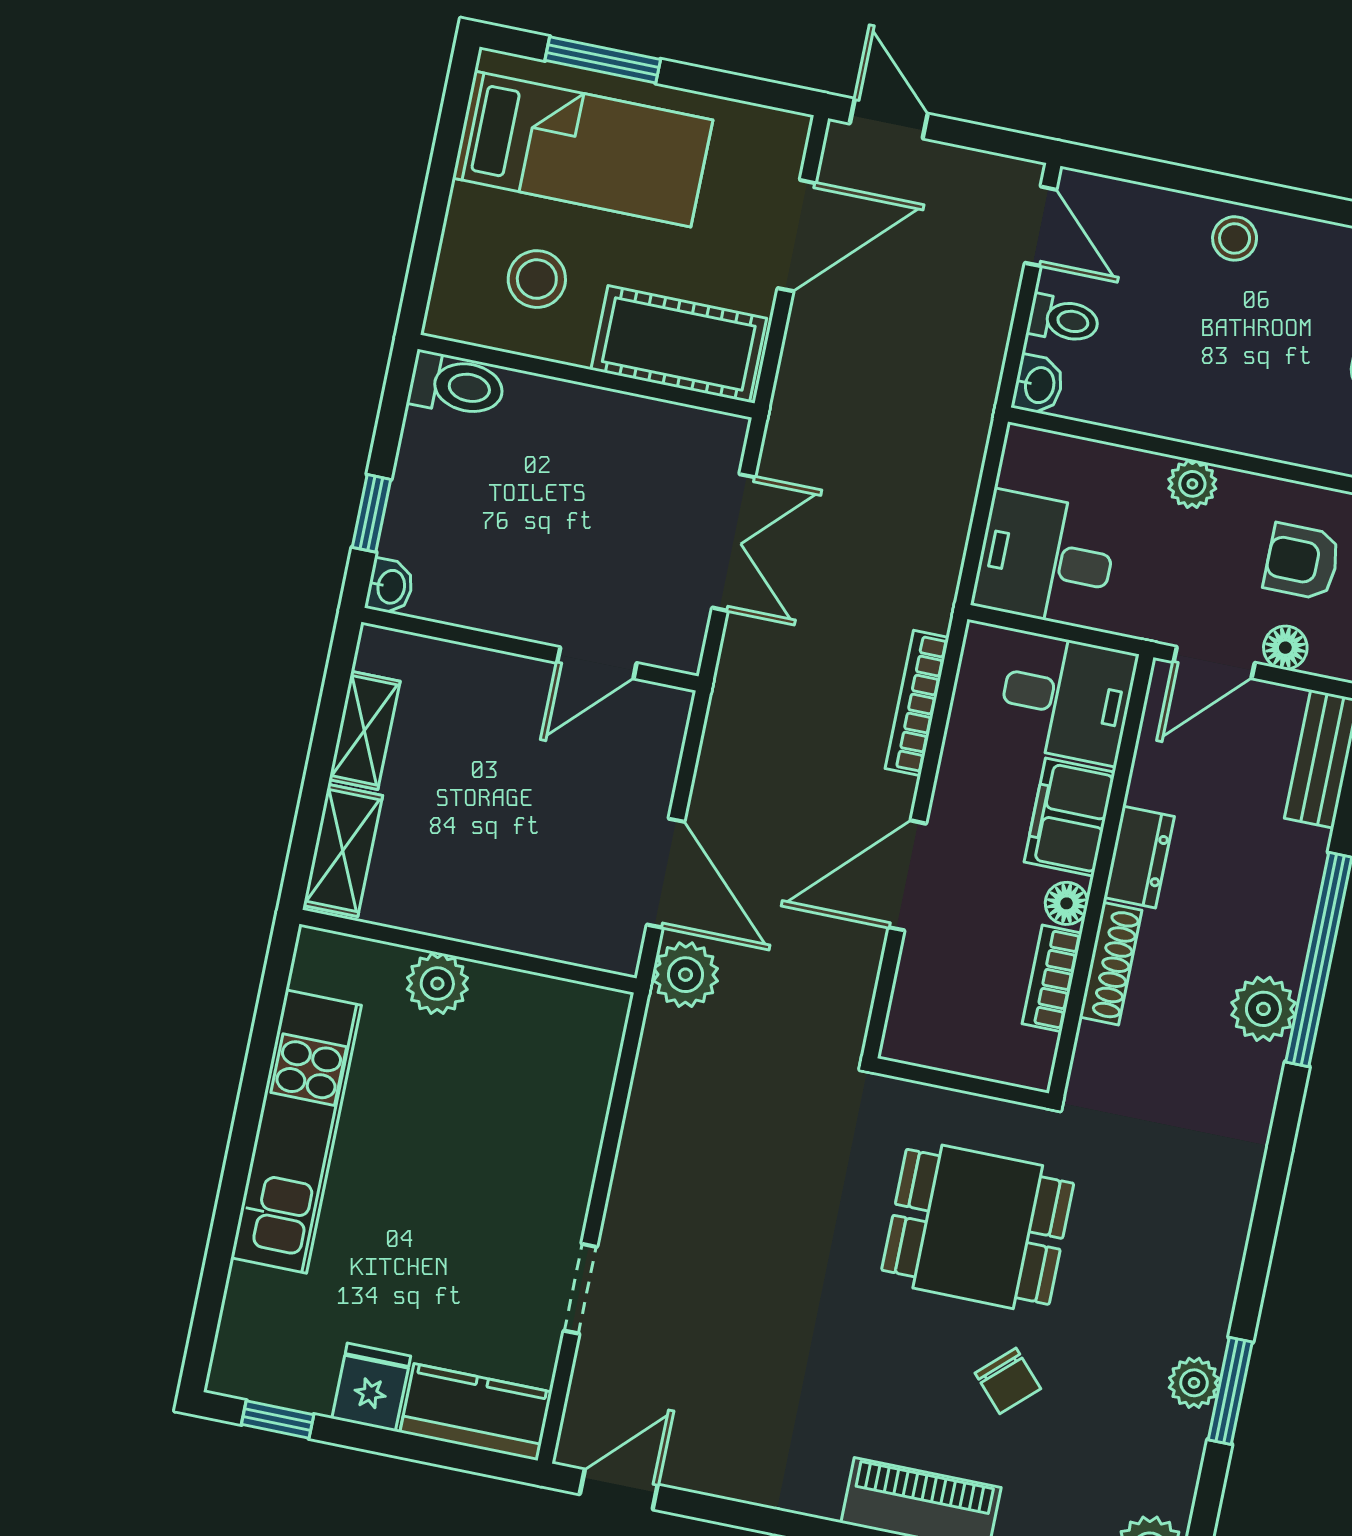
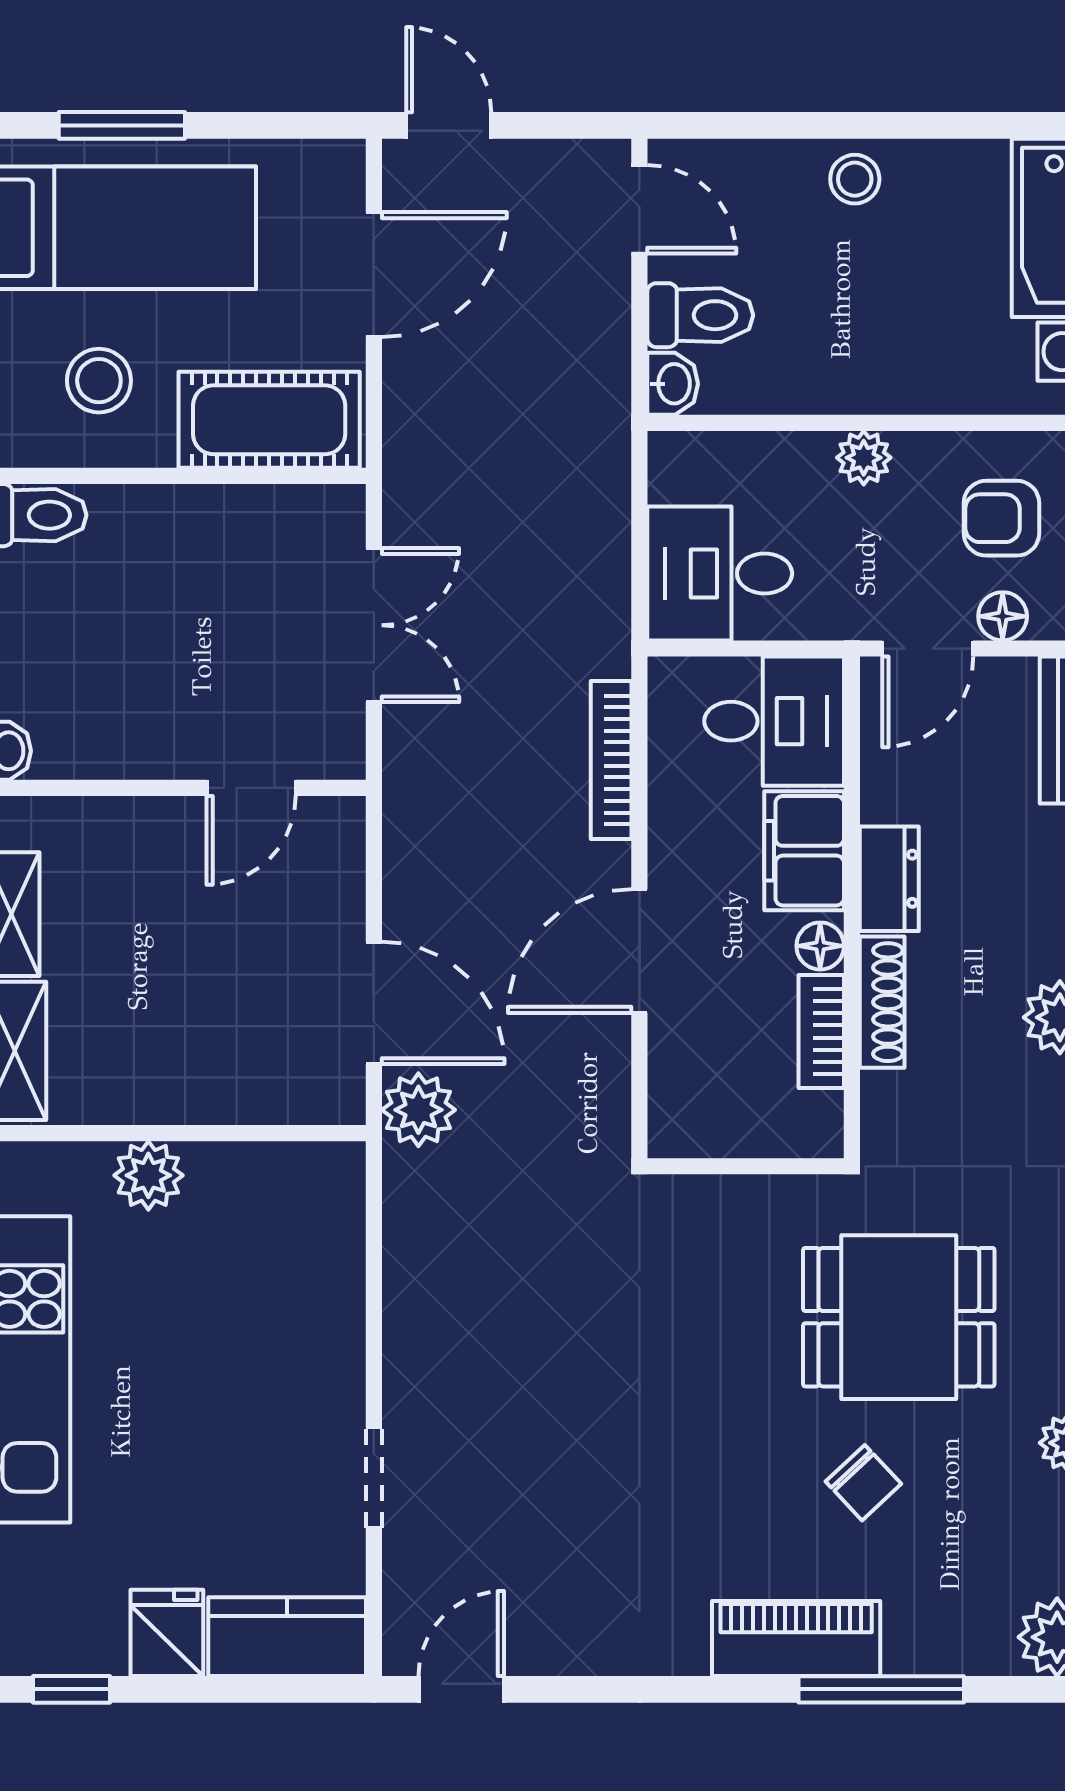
toilet: (1064, 320) -> (700, 315), width x1.37, depth x1.39
dining table: (978, 1227) -> (899, 1317), moved

